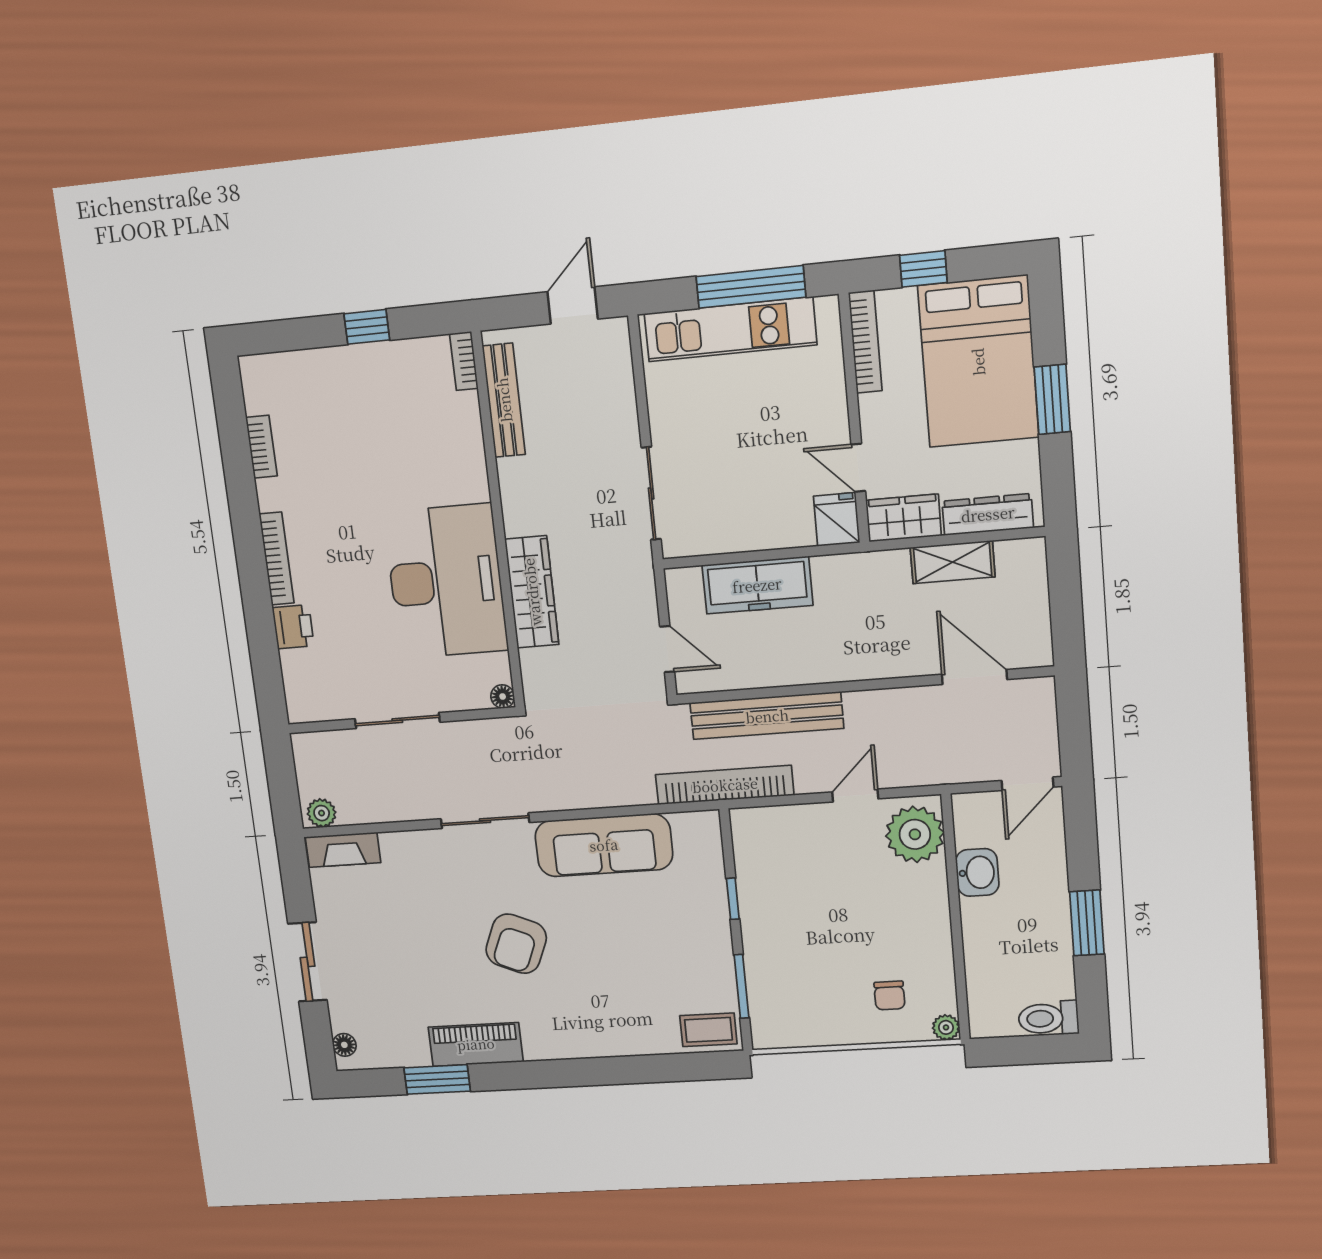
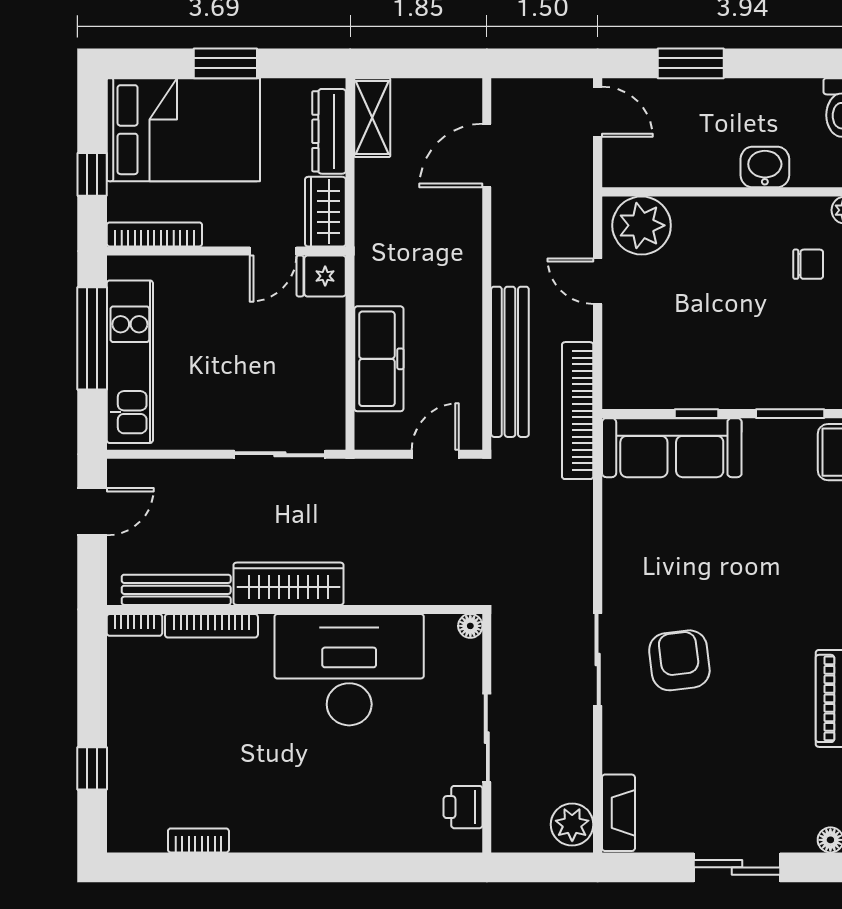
door: (573, 305) -> (92, 512), swing flipped
window: (367, 327) -> (92, 768), moved
bookcase: (277, 559) -> (211, 626), moved, turned 180
shelving: (953, 562) -> (372, 118), moved
wardrobe: (532, 592) -> (289, 584), moved
printer: (293, 627) -> (463, 807), moved, turned -90
plant: (322, 813) -> (572, 824), width x1.38, depth x1.38
sofa: (604, 845) -> (672, 448), moved, turned 90
washbasin: (977, 872) -> (765, 167), moved
window: (1087, 923) -> (691, 63), moved
armchair: (516, 944) -> (679, 660), moved, turned -120

